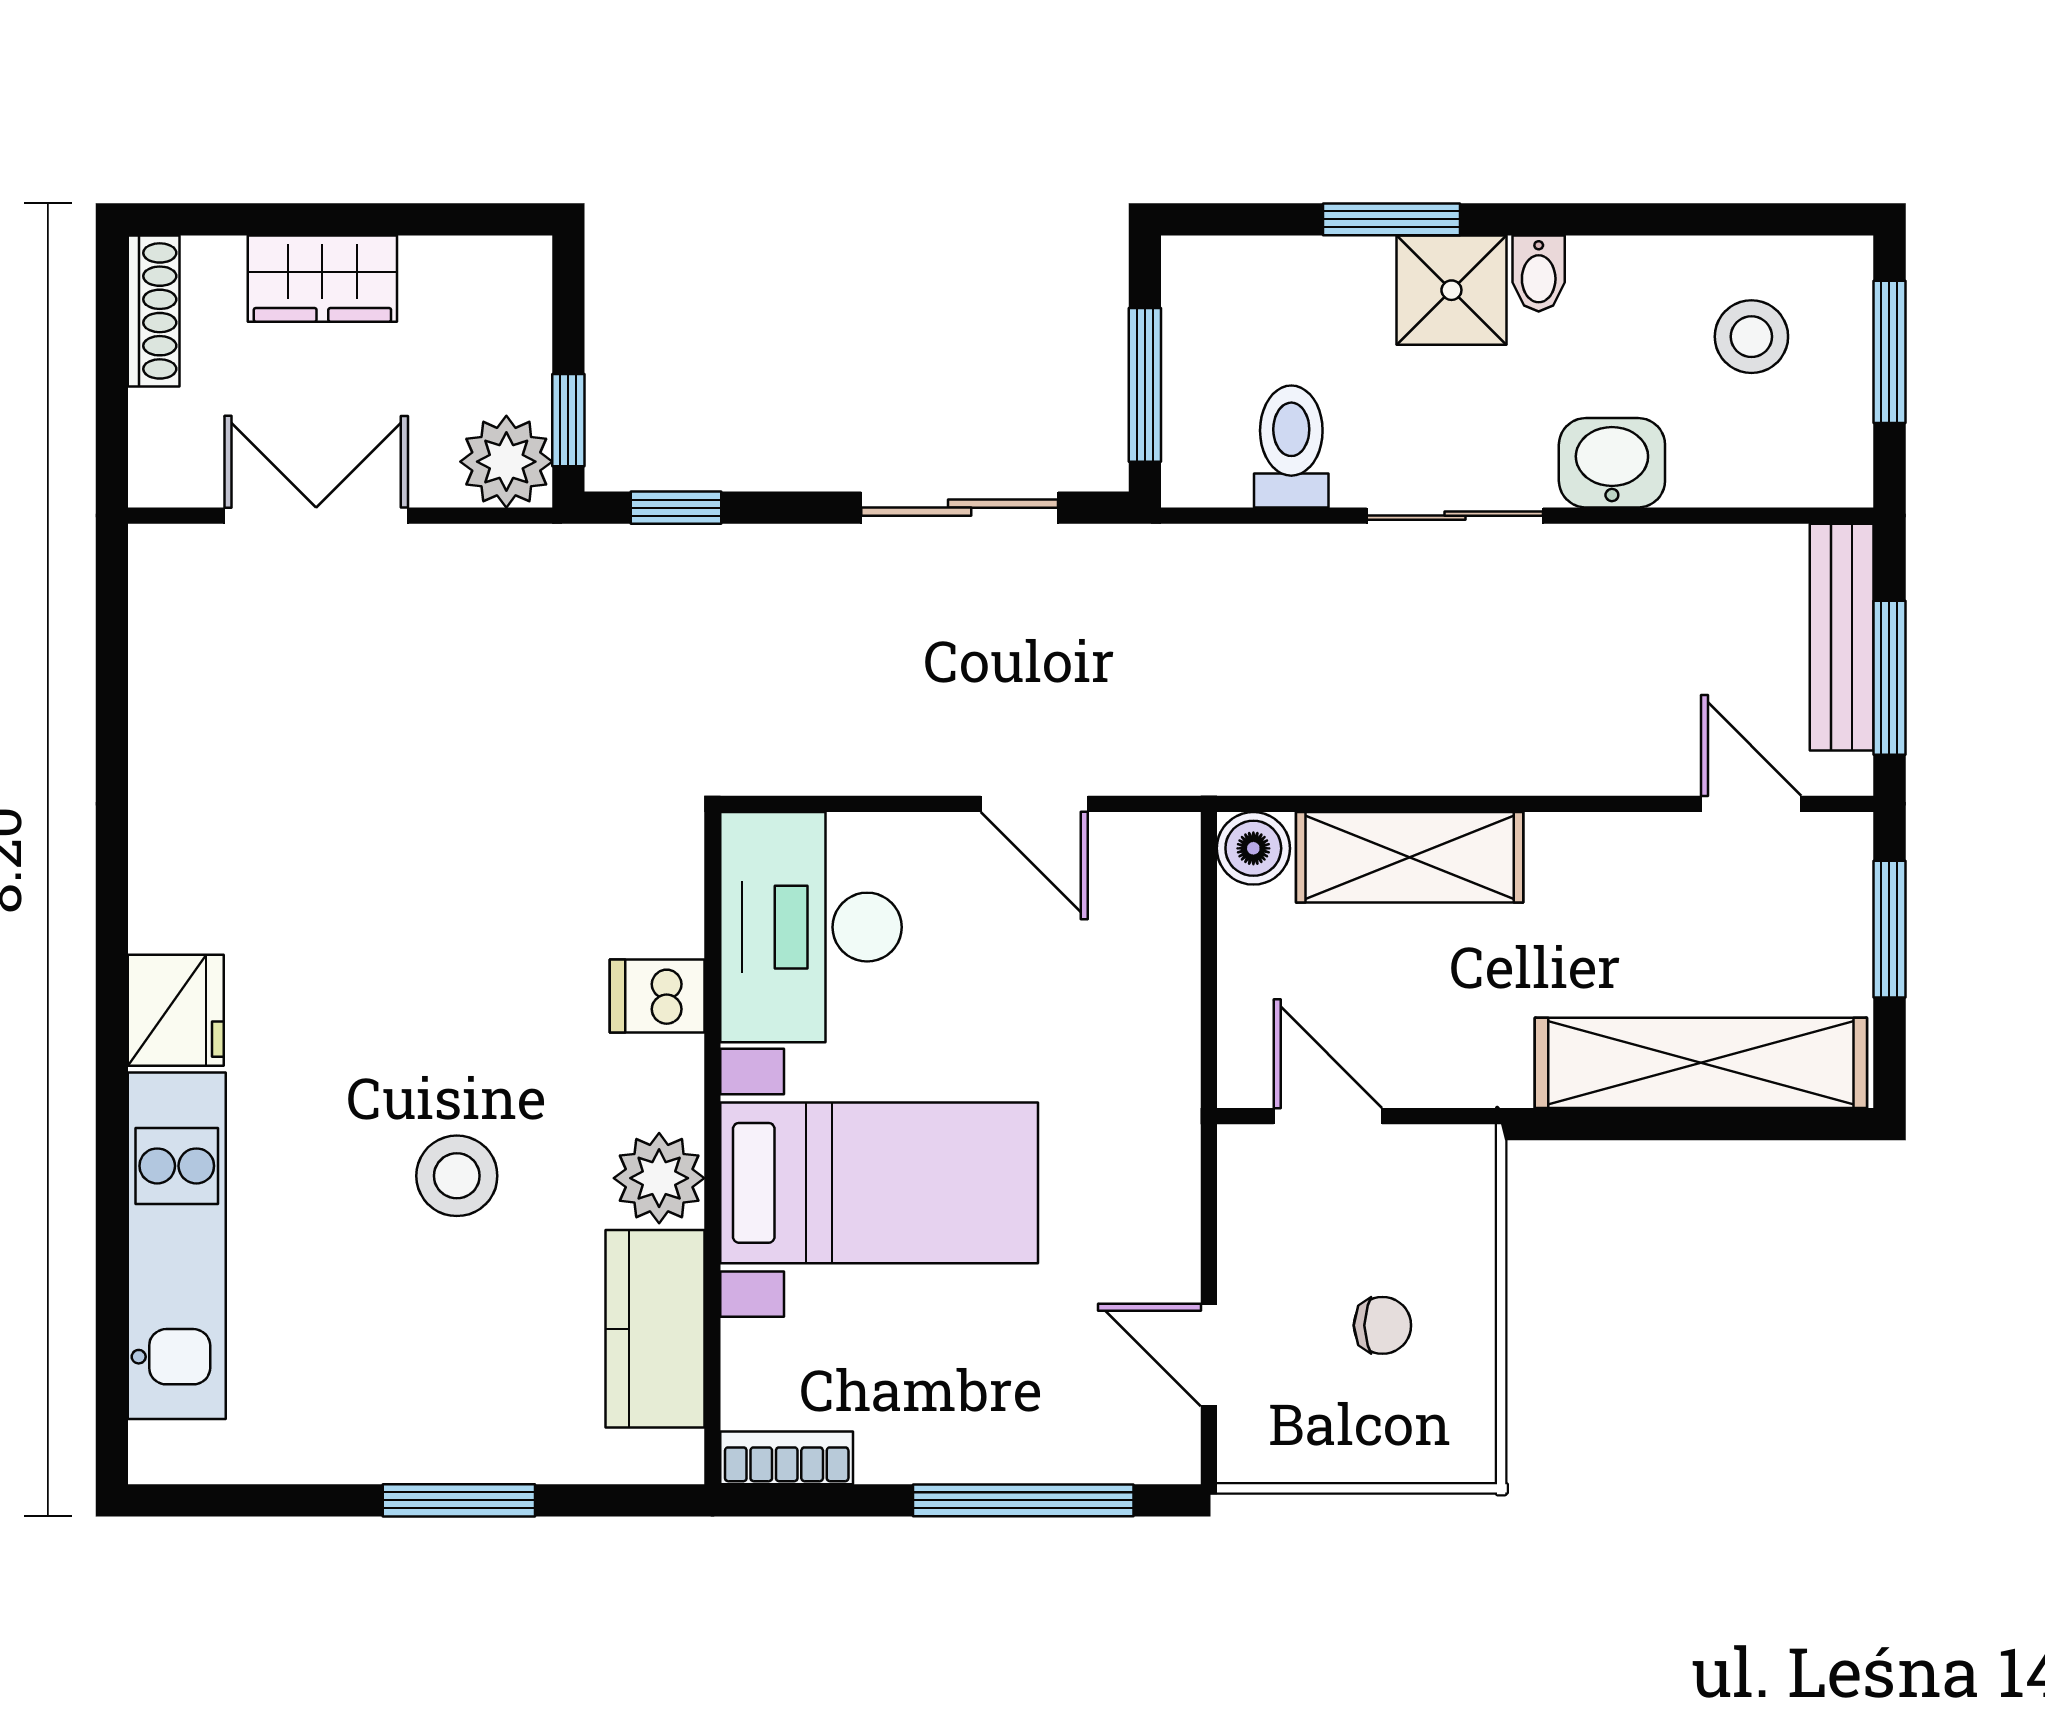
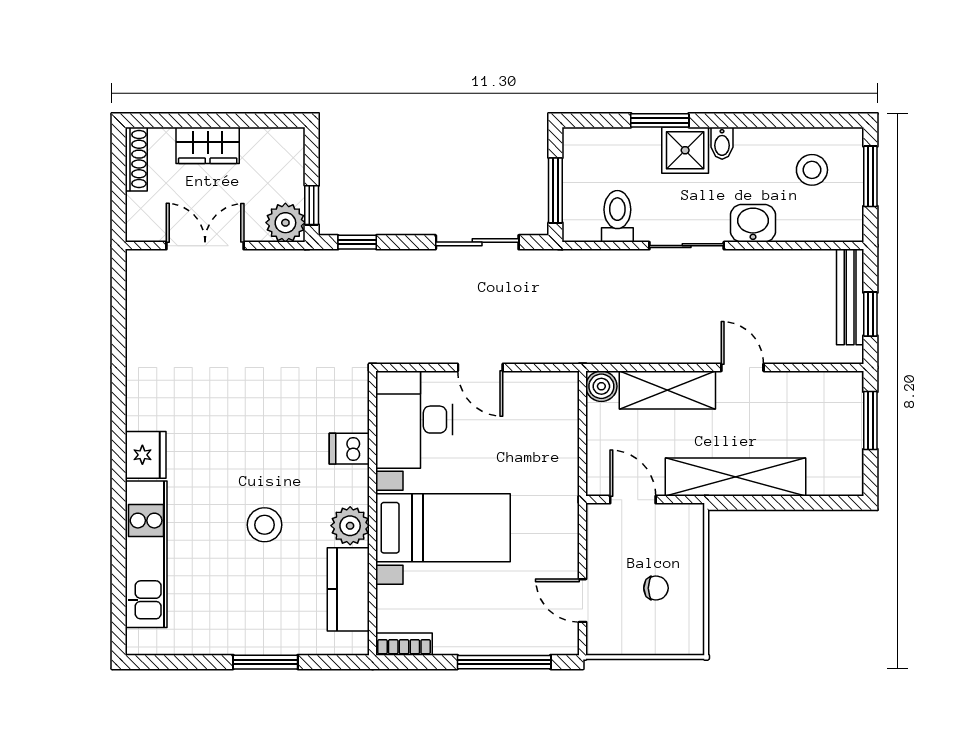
window: (1889, 678) -> (870, 314), width x0.67
door: (1034, 804) -> (480, 367), moved
door: (1751, 804) -> (742, 367), moved
shelving: (1701, 1063) -> (735, 477), moved

